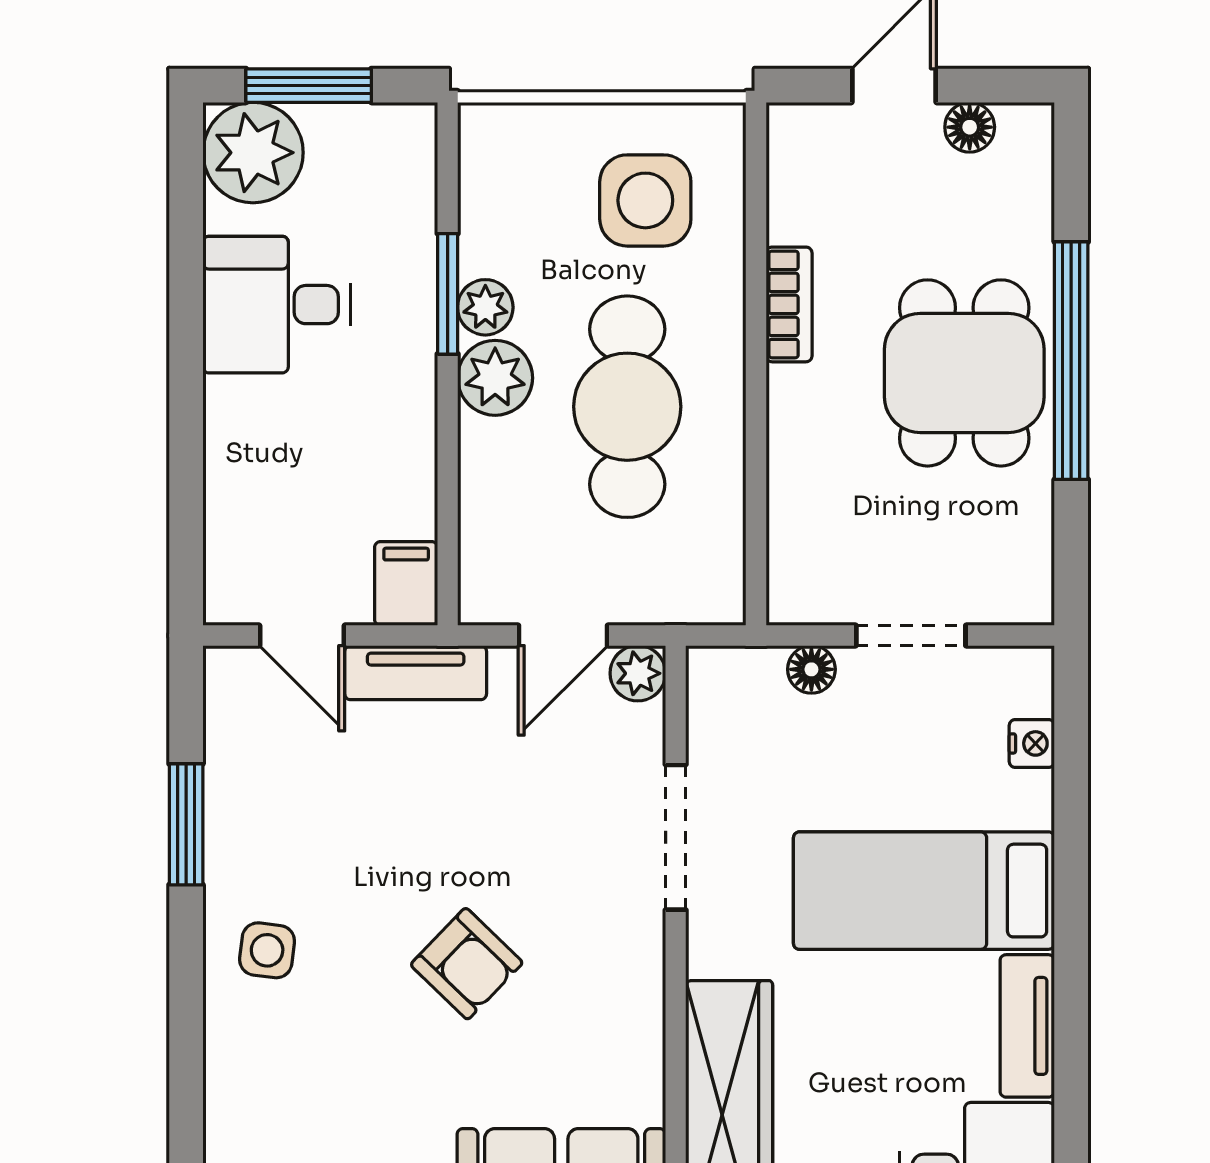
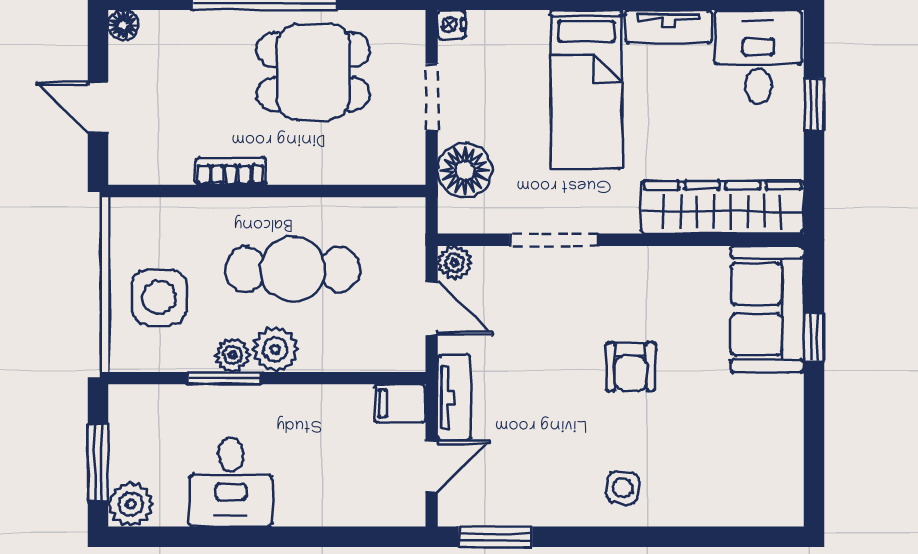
floor lamp: (970, 127) -> (123, 25), moved
plant: (253, 153) -> (131, 504), width x0.73, depth x0.73
side table: (645, 200) -> (159, 297), moved
dining table: (964, 373) -> (313, 72), moved
floor lamp: (811, 669) -> (465, 170), width x1.89, depth x1.89
nightstand: (1032, 743) -> (451, 25), moved, turned -90
window: (186, 824) -> (496, 537), moved
armchair: (467, 964) -> (631, 367), turned 136

